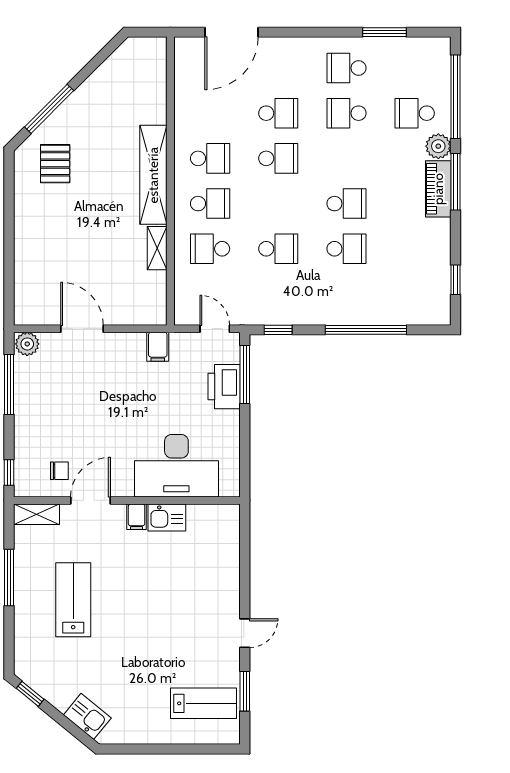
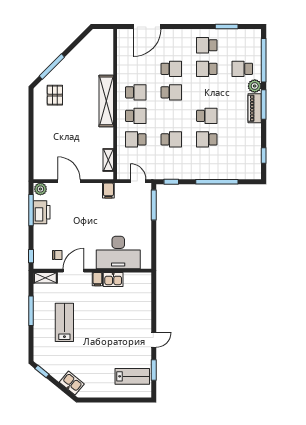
shelving: (157, 248) -> (108, 160), moved
school desk: (346, 249) -> (207, 139), turned 180
printer: (224, 387) -> (42, 212), moved, turned 180

